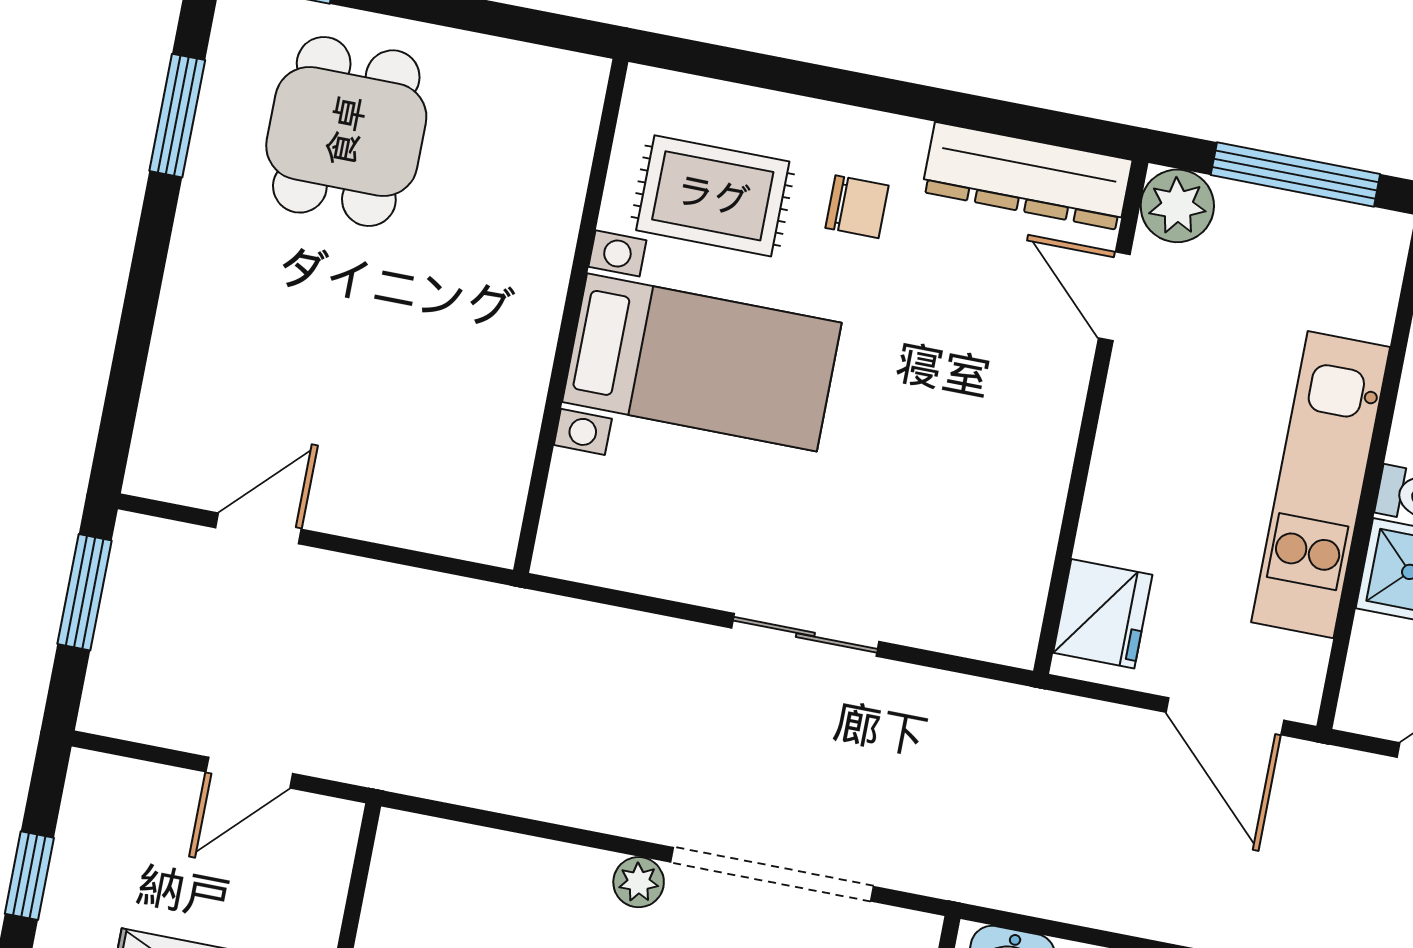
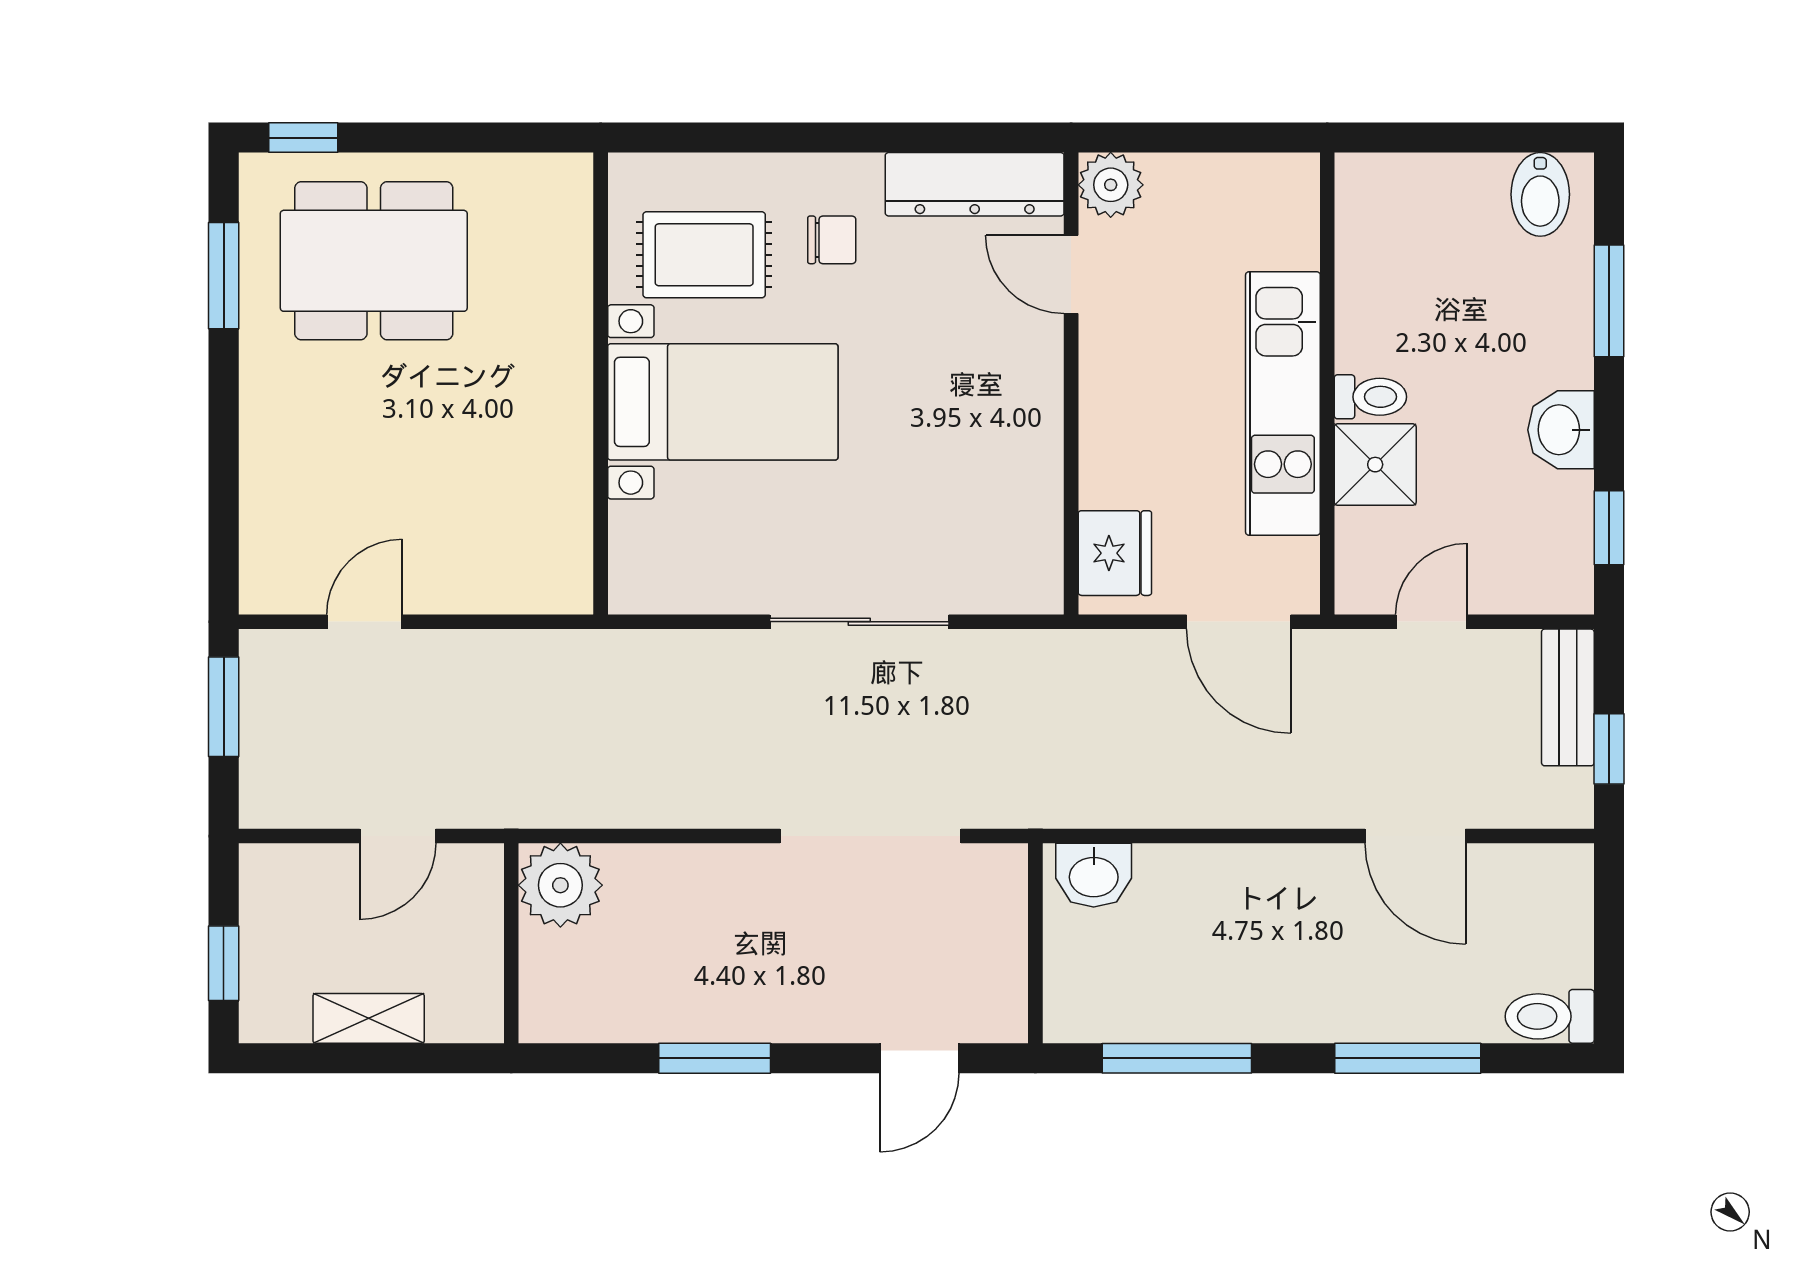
dining table: (346, 131) -> (374, 261), width x1.37
window: (1295, 175) -> (1208, 138), removed
sliding door: (805, 635) -> (859, 622), width x1.37
plant: (639, 882) -> (560, 885), moved, width x1.88, depth x1.88

